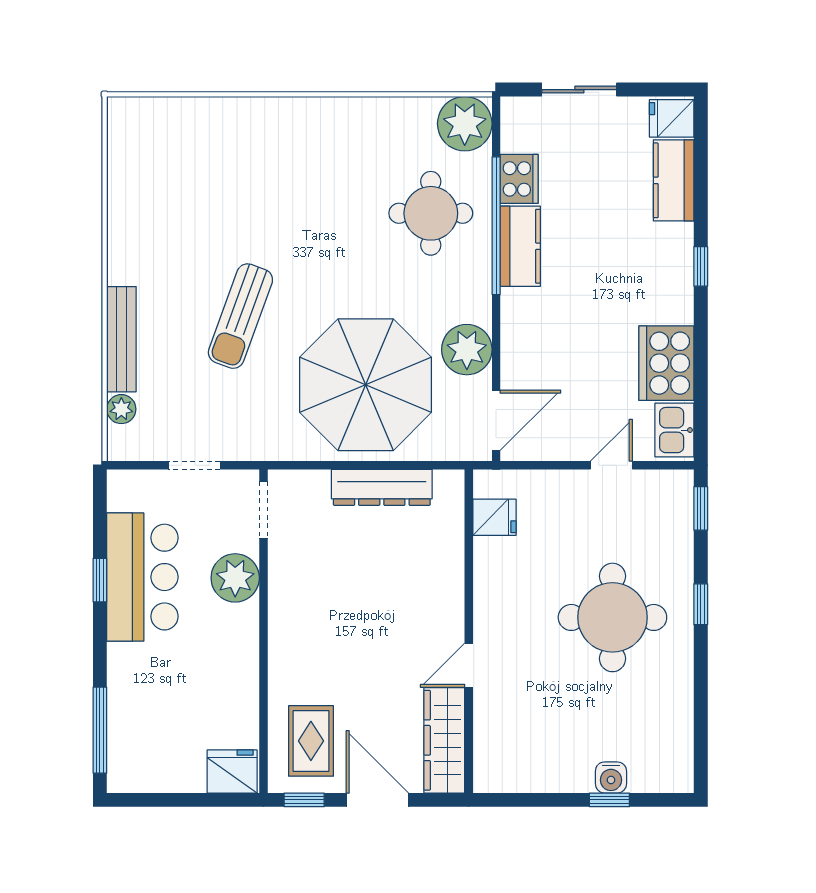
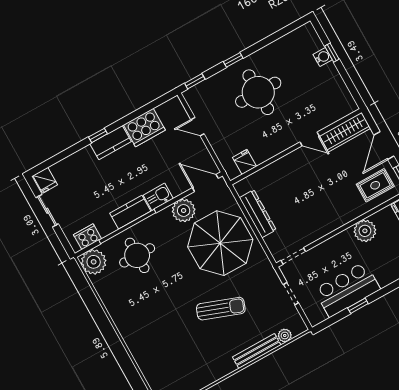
sliding door: (579, 90) -> (47, 211), moved
cooker: (519, 179) -> (87, 237), moved
kitchen counter: (674, 180) -> (110, 143), moved
kitchen sink: (674, 430) -> (158, 197), moved, turned 180
plant: (235, 578) -> (365, 231), moved

